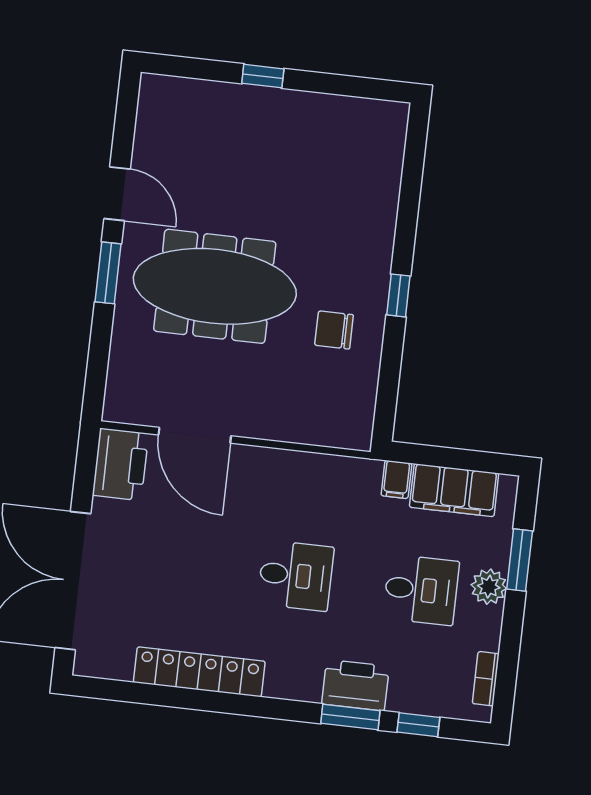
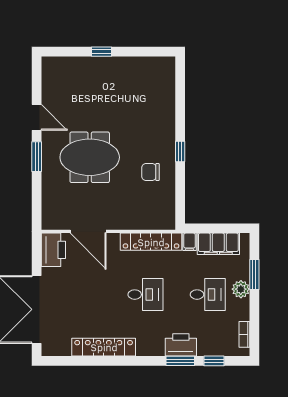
meeting table: (215, 286) -> (90, 157), width x0.73
locker: (319, 470) -> (151, 242), added

